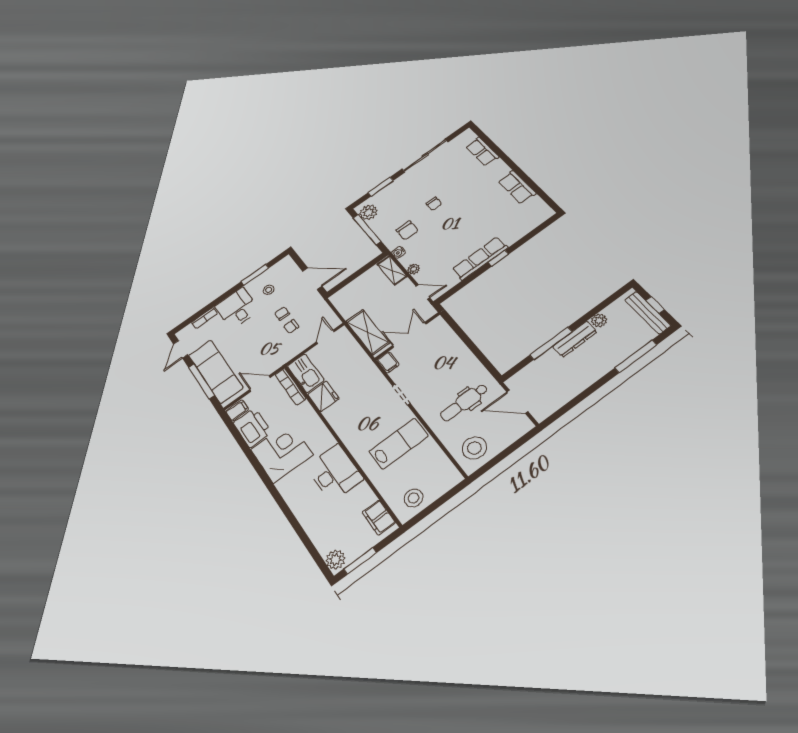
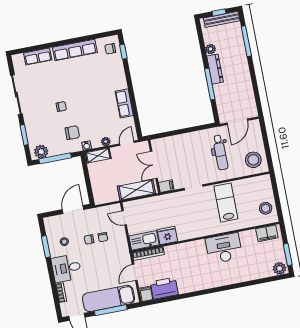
row of seats: (517, 187) -> (75, 50), width x1.48
chair: (534, 215) -> (110, 49), added
row of seats: (480, 258) -> (124, 103), width x0.68
window: (498, 258) -> (123, 52), moved
corner desk: (282, 452) -> (192, 276), removed

